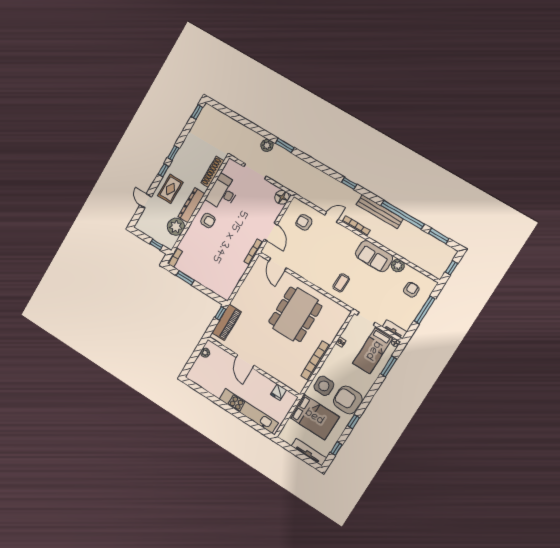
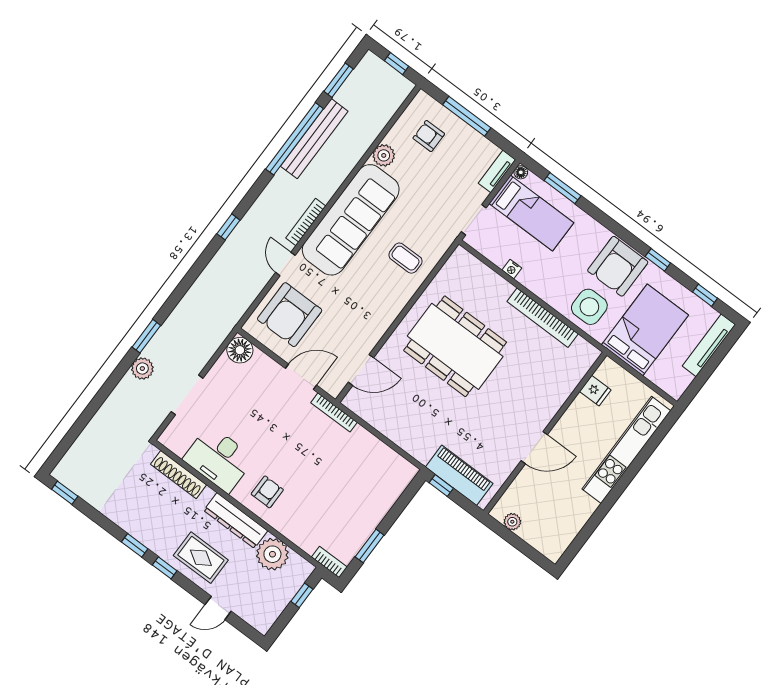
bench: (380, 212) -> (314, 139), moved
armchair: (304, 222) -> (290, 315), width x1.88, depth x1.88
sofa: (374, 256) -> (351, 220), width x1.85, depth x1.27

